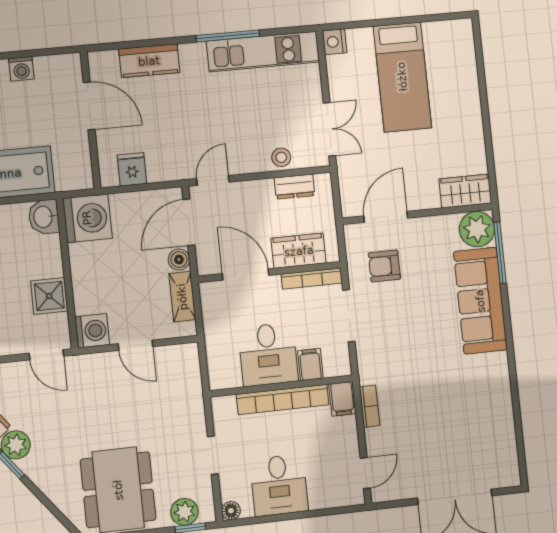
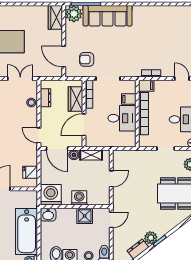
armchair: (384, 266) -> (87, 59), turned 90
washing machine: (92, 331) -> (79, 198), moved

